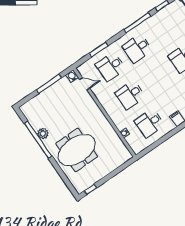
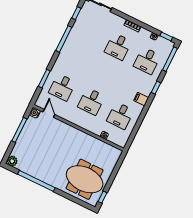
desk: (137, 48) -> (76, 60), removed
door: (85, 84) -> (49, 113), hinge flipped
plant: (43, 133) -> (12, 161), moved
meeting table: (77, 150) -> (85, 179), moved, turned 90

